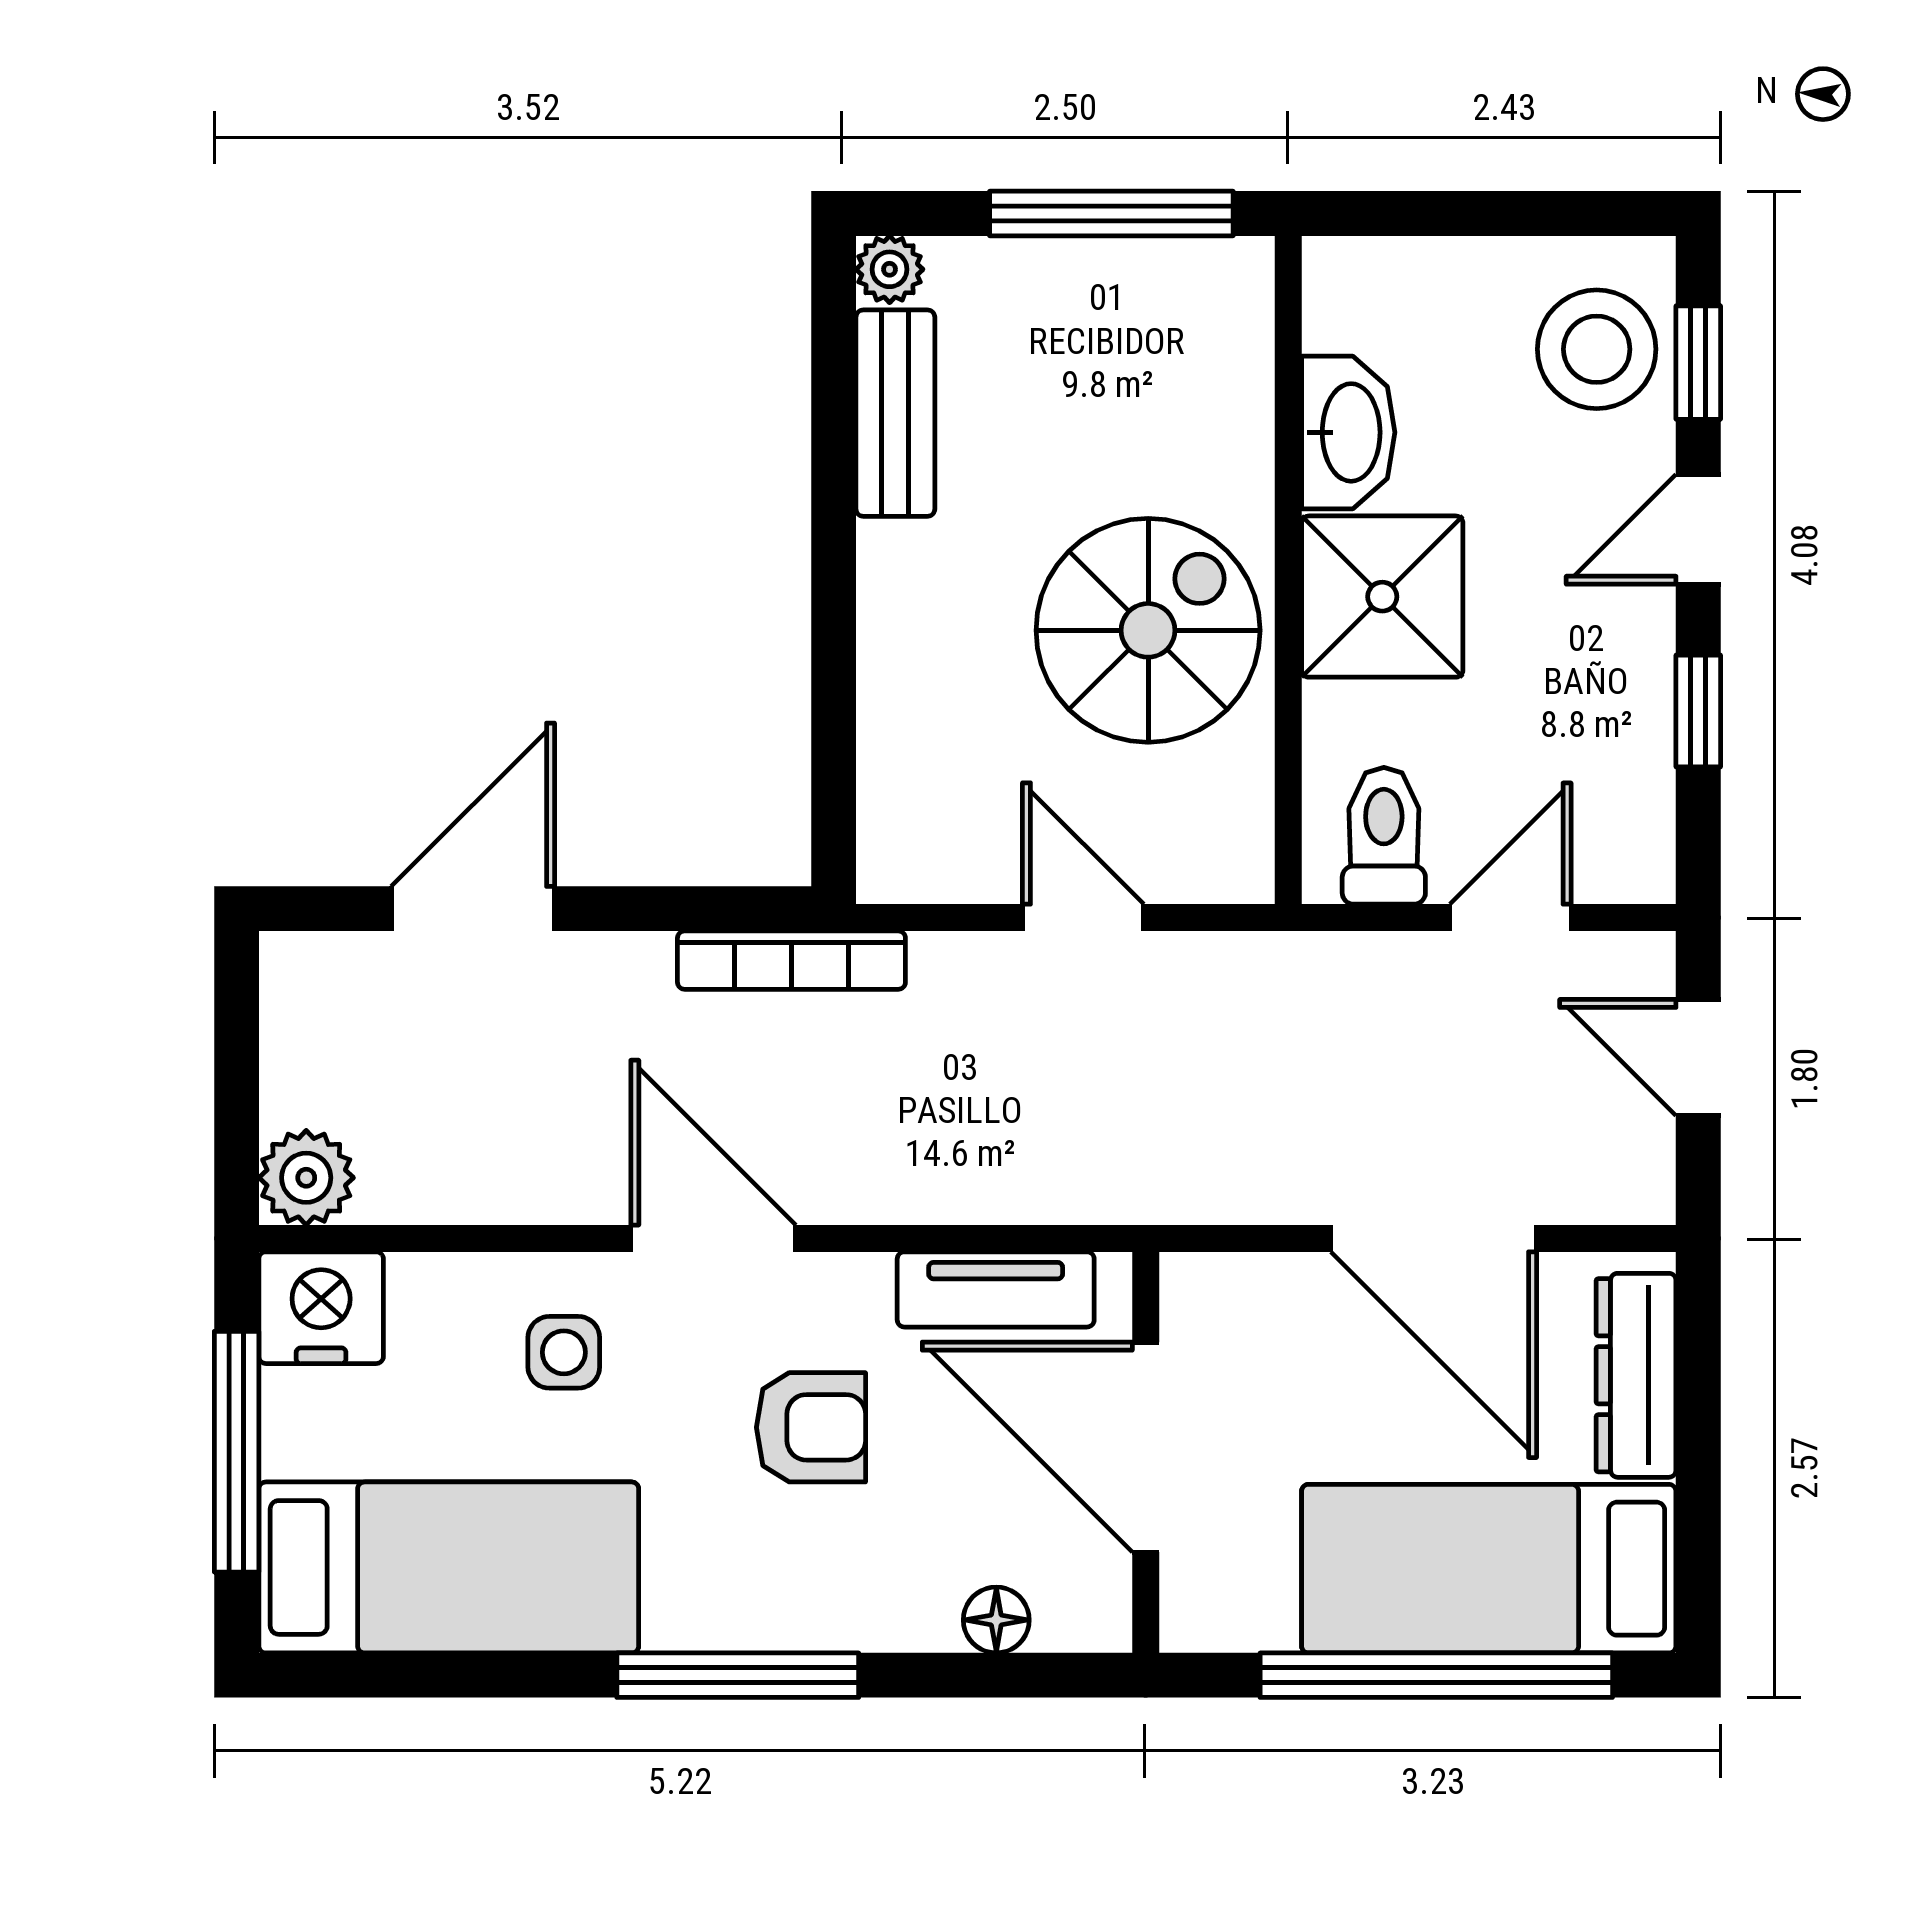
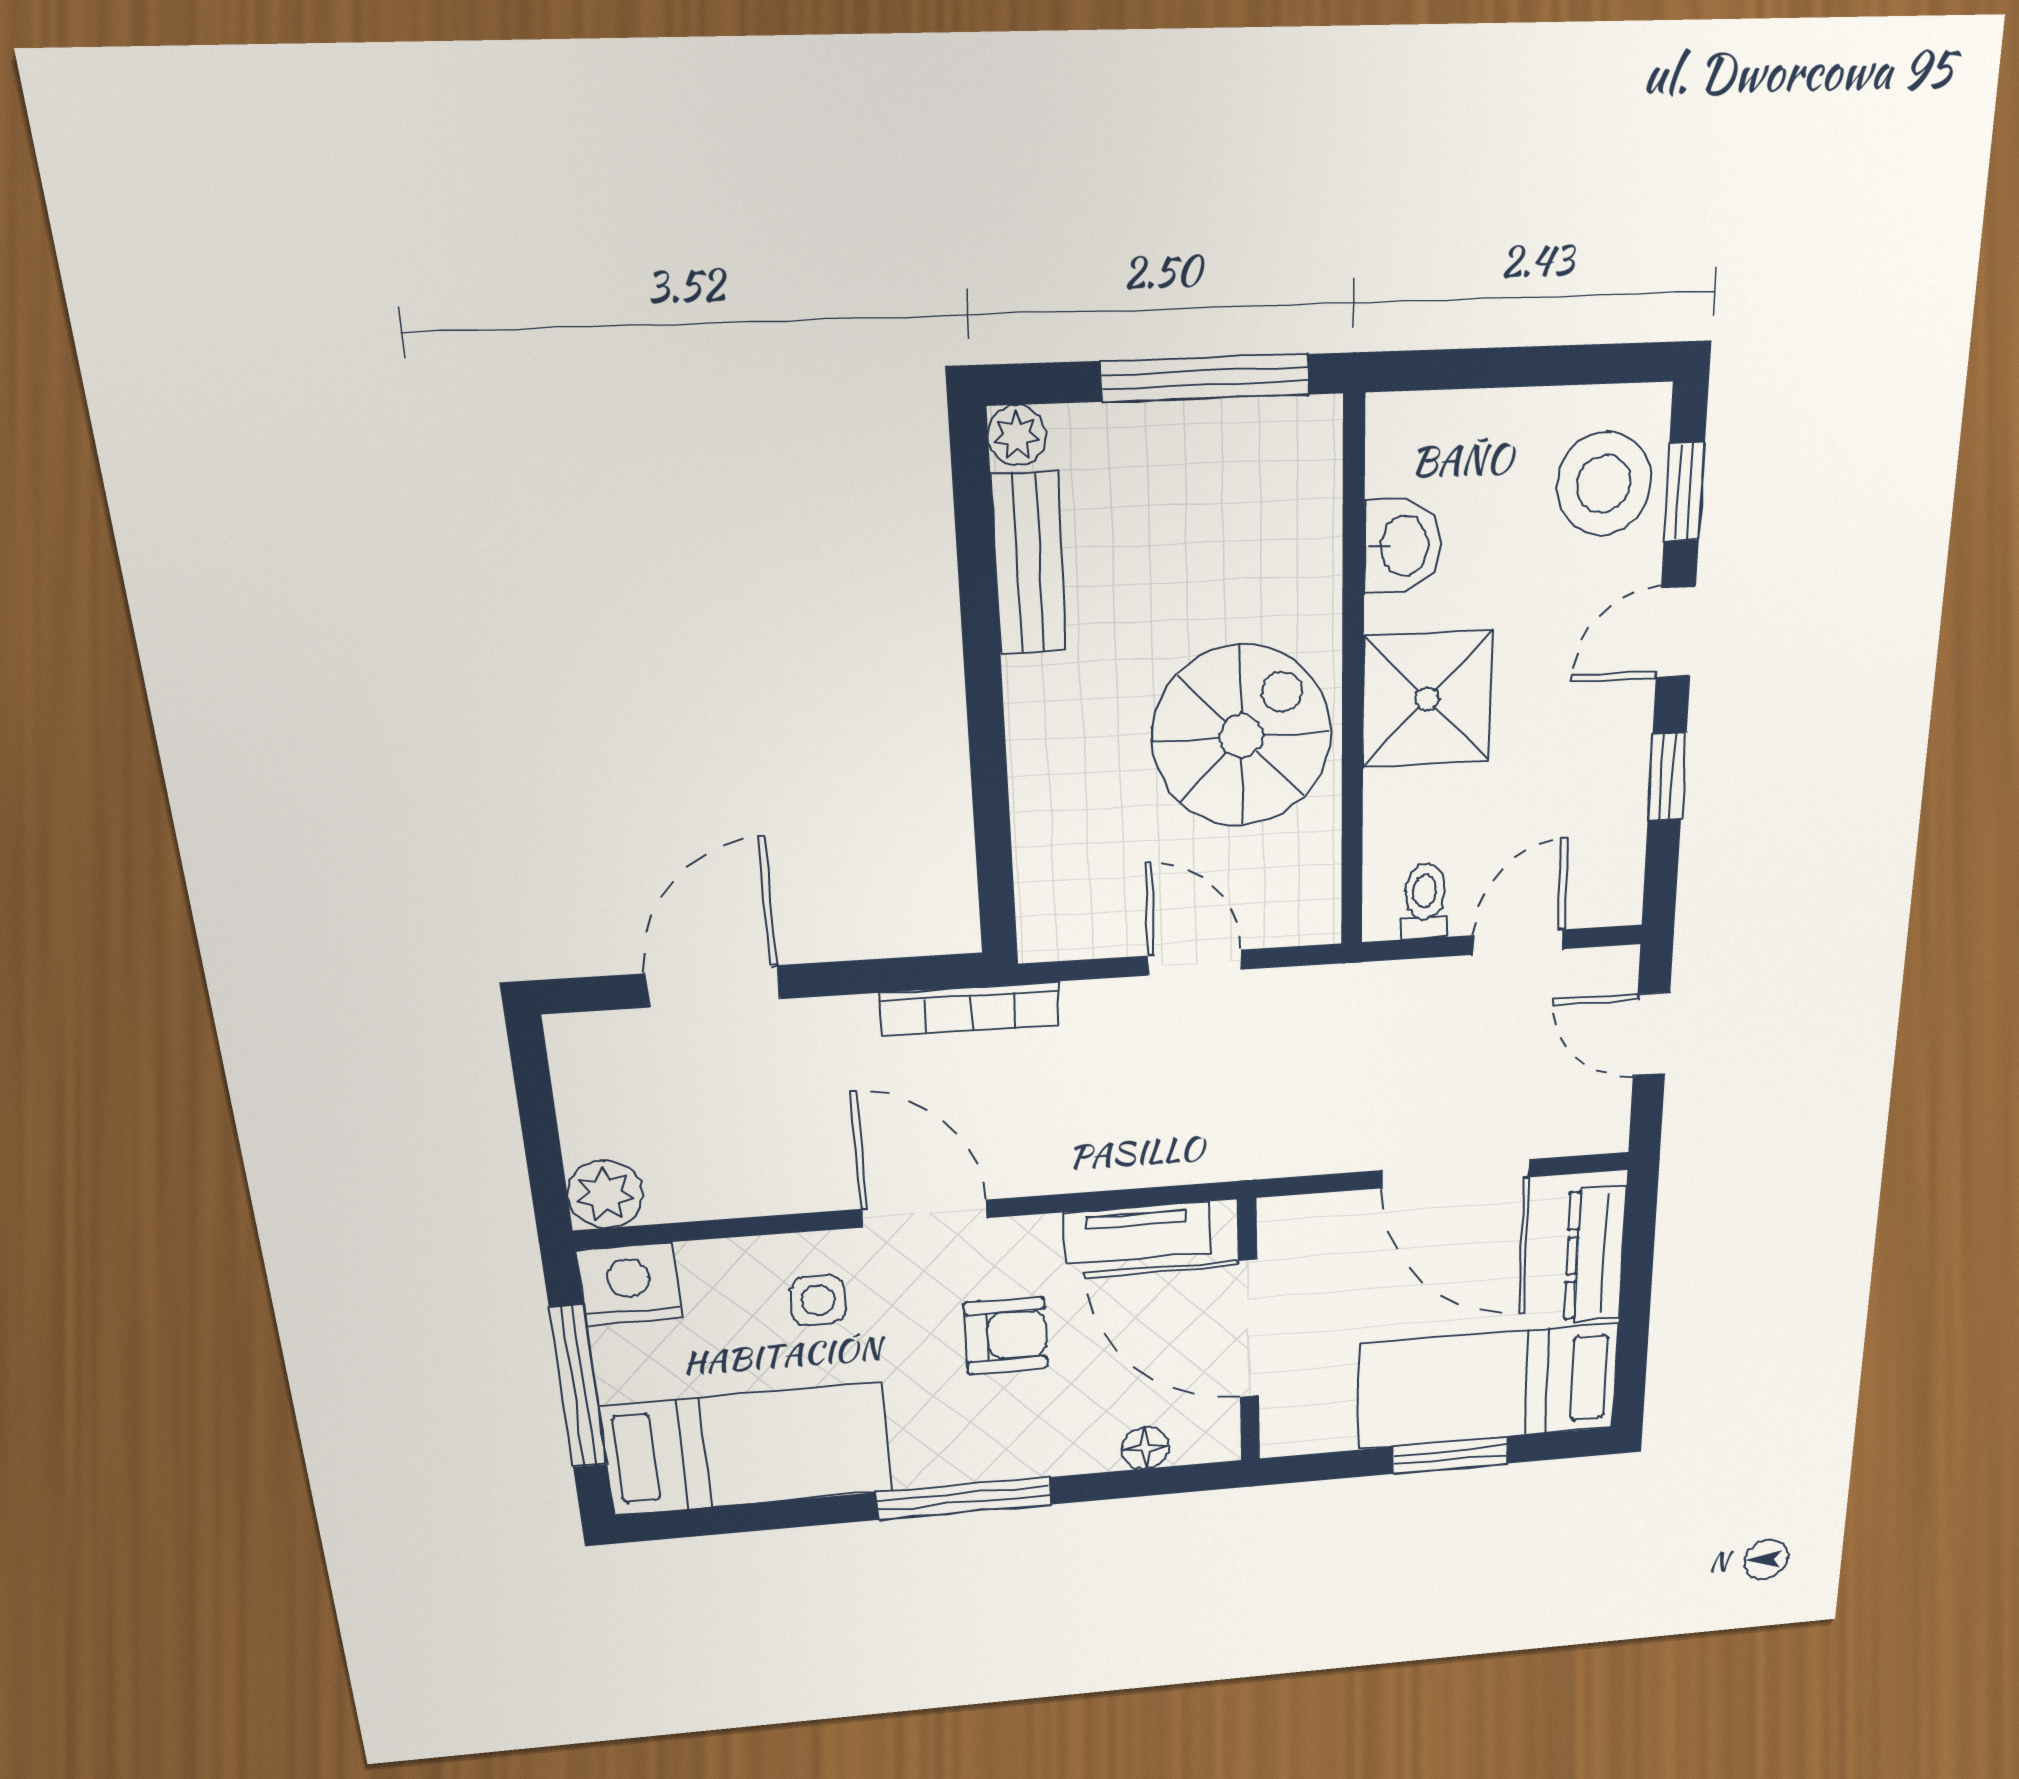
washbasin: (1348, 432) -> (1402, 546), width x0.72
toilet: (1384, 836) -> (1425, 901), width x0.73, depth x0.72
window: (1436, 1675) -> (1450, 1455), width x0.47

